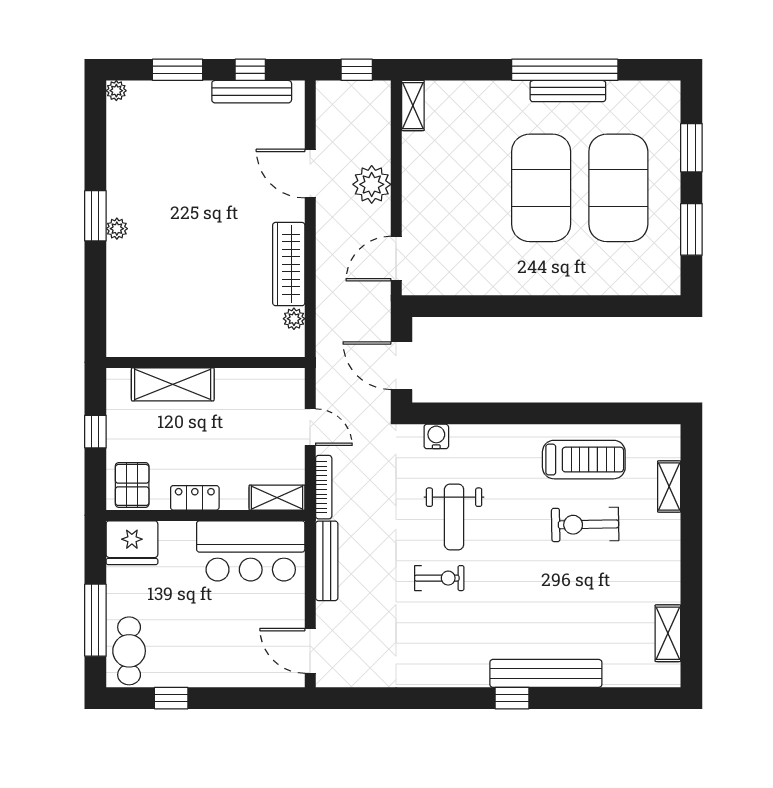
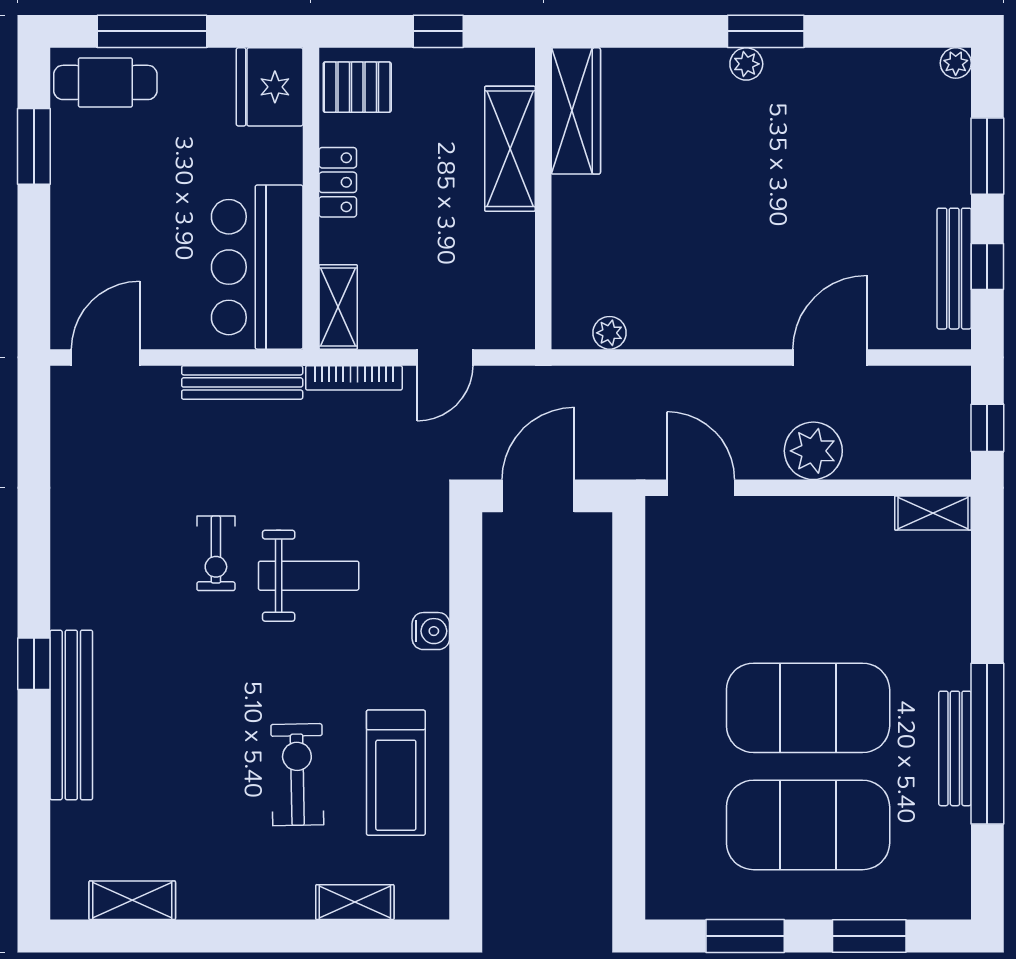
wardrobe: (289, 264) -> (576, 111), moved, turned 90
water cooler: (436, 436) -> (431, 631), moved
weight bench: (454, 517) -> (309, 576), turned 180
window: (171, 698) -> (34, 146), width x1.50

